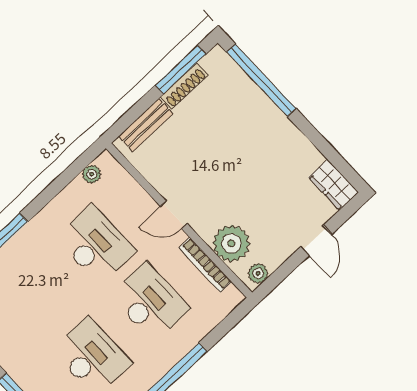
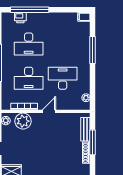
window: (180, 70) -> (92, 142), moved
desk: (96, 245) -> (63, 78), turned 180

